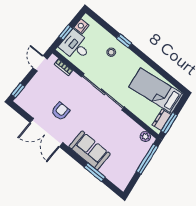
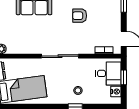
sliding door: (103, 92) -> (60, 56), width x0.73
armchair: (60, 111) -> (80, 16), turned 90

